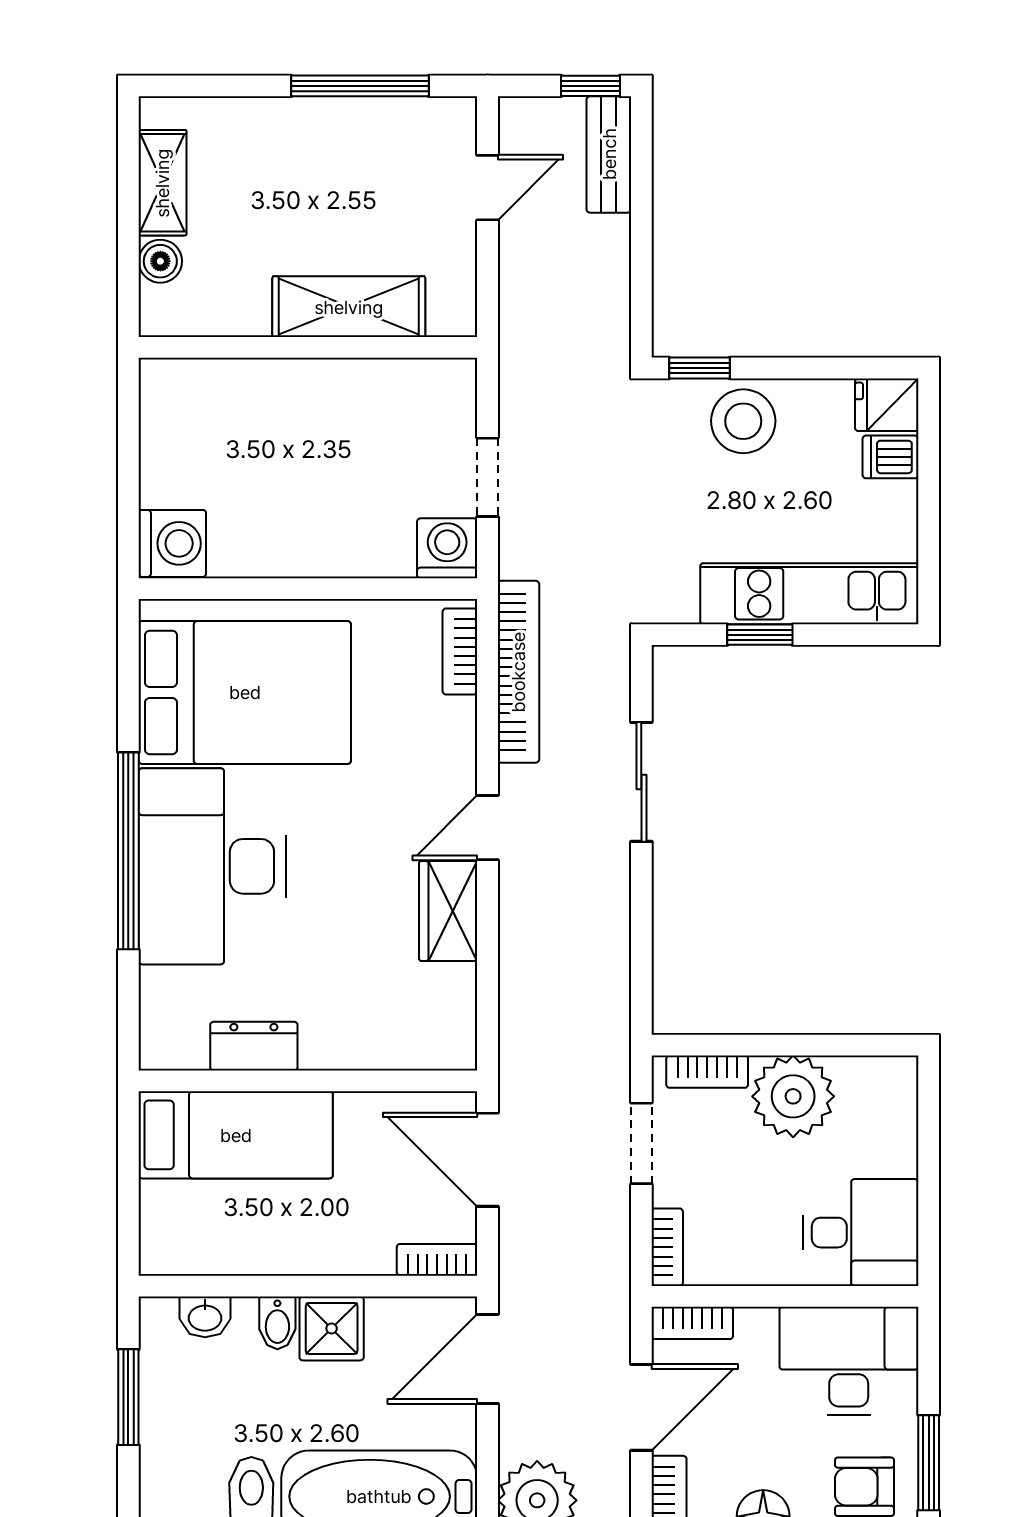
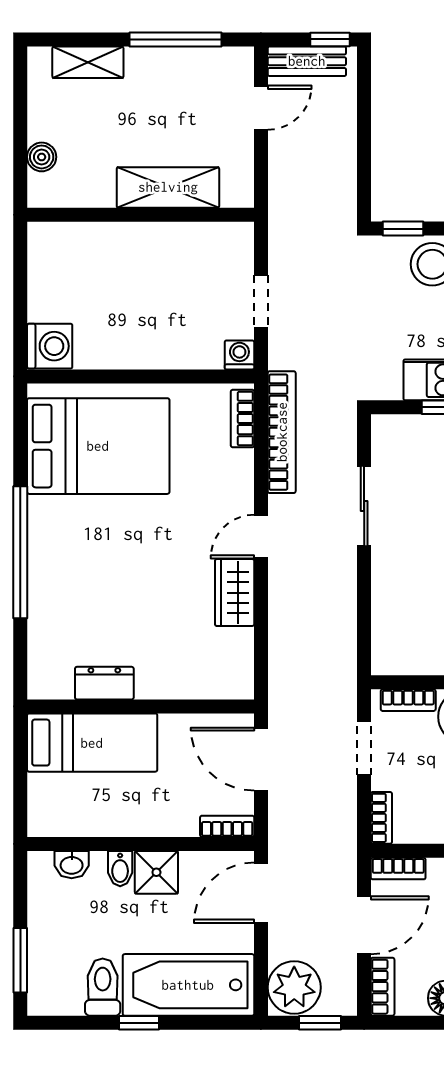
bench: (609, 154) -> (307, 61), moved, turned 90
shelving: (162, 183) -> (88, 62), moved, turned 90
washing machine: (447, 548) -> (239, 355), width x0.73, depth x0.73
desk: (212, 866) -> (76, 563), removed
window: (128, 1397) -> (20, 960), moved

